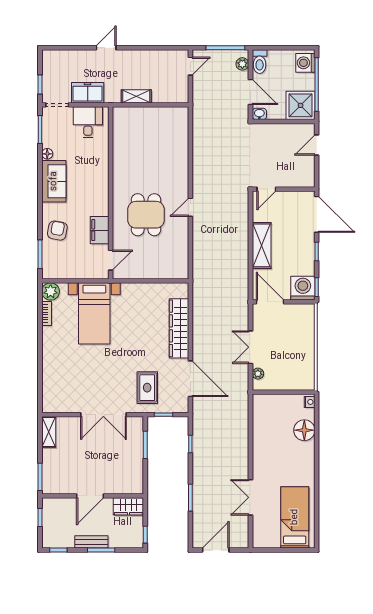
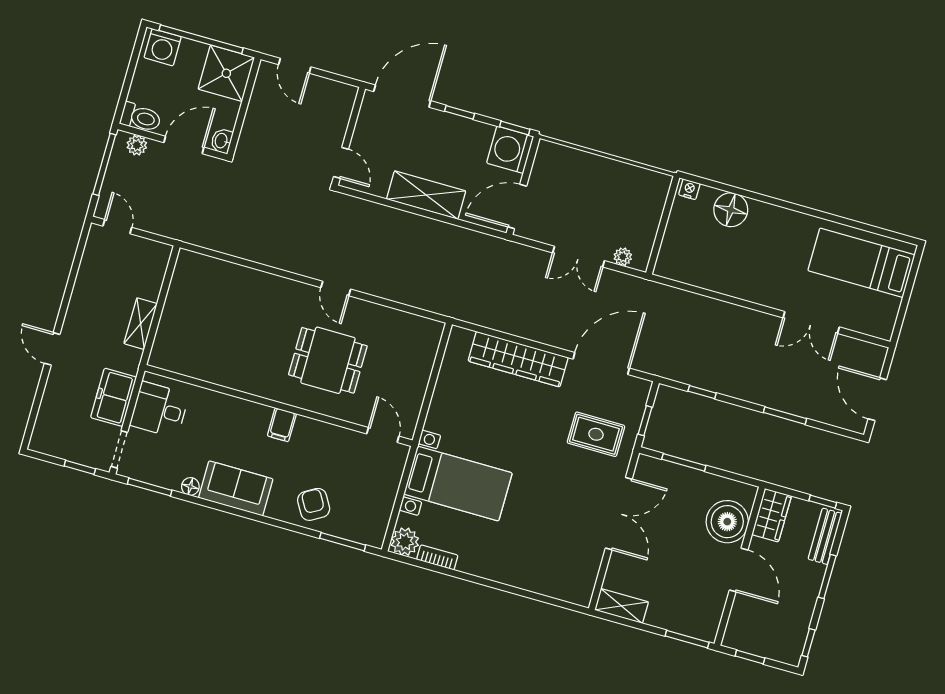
filing cabinet: (100, 230) -> (282, 425), moved, width x0.50
armchair: (57, 231) -> (314, 504), turned 50
boiler: (117, 481) -> (727, 522), added
bench: (91, 542) -> (825, 536), moved

